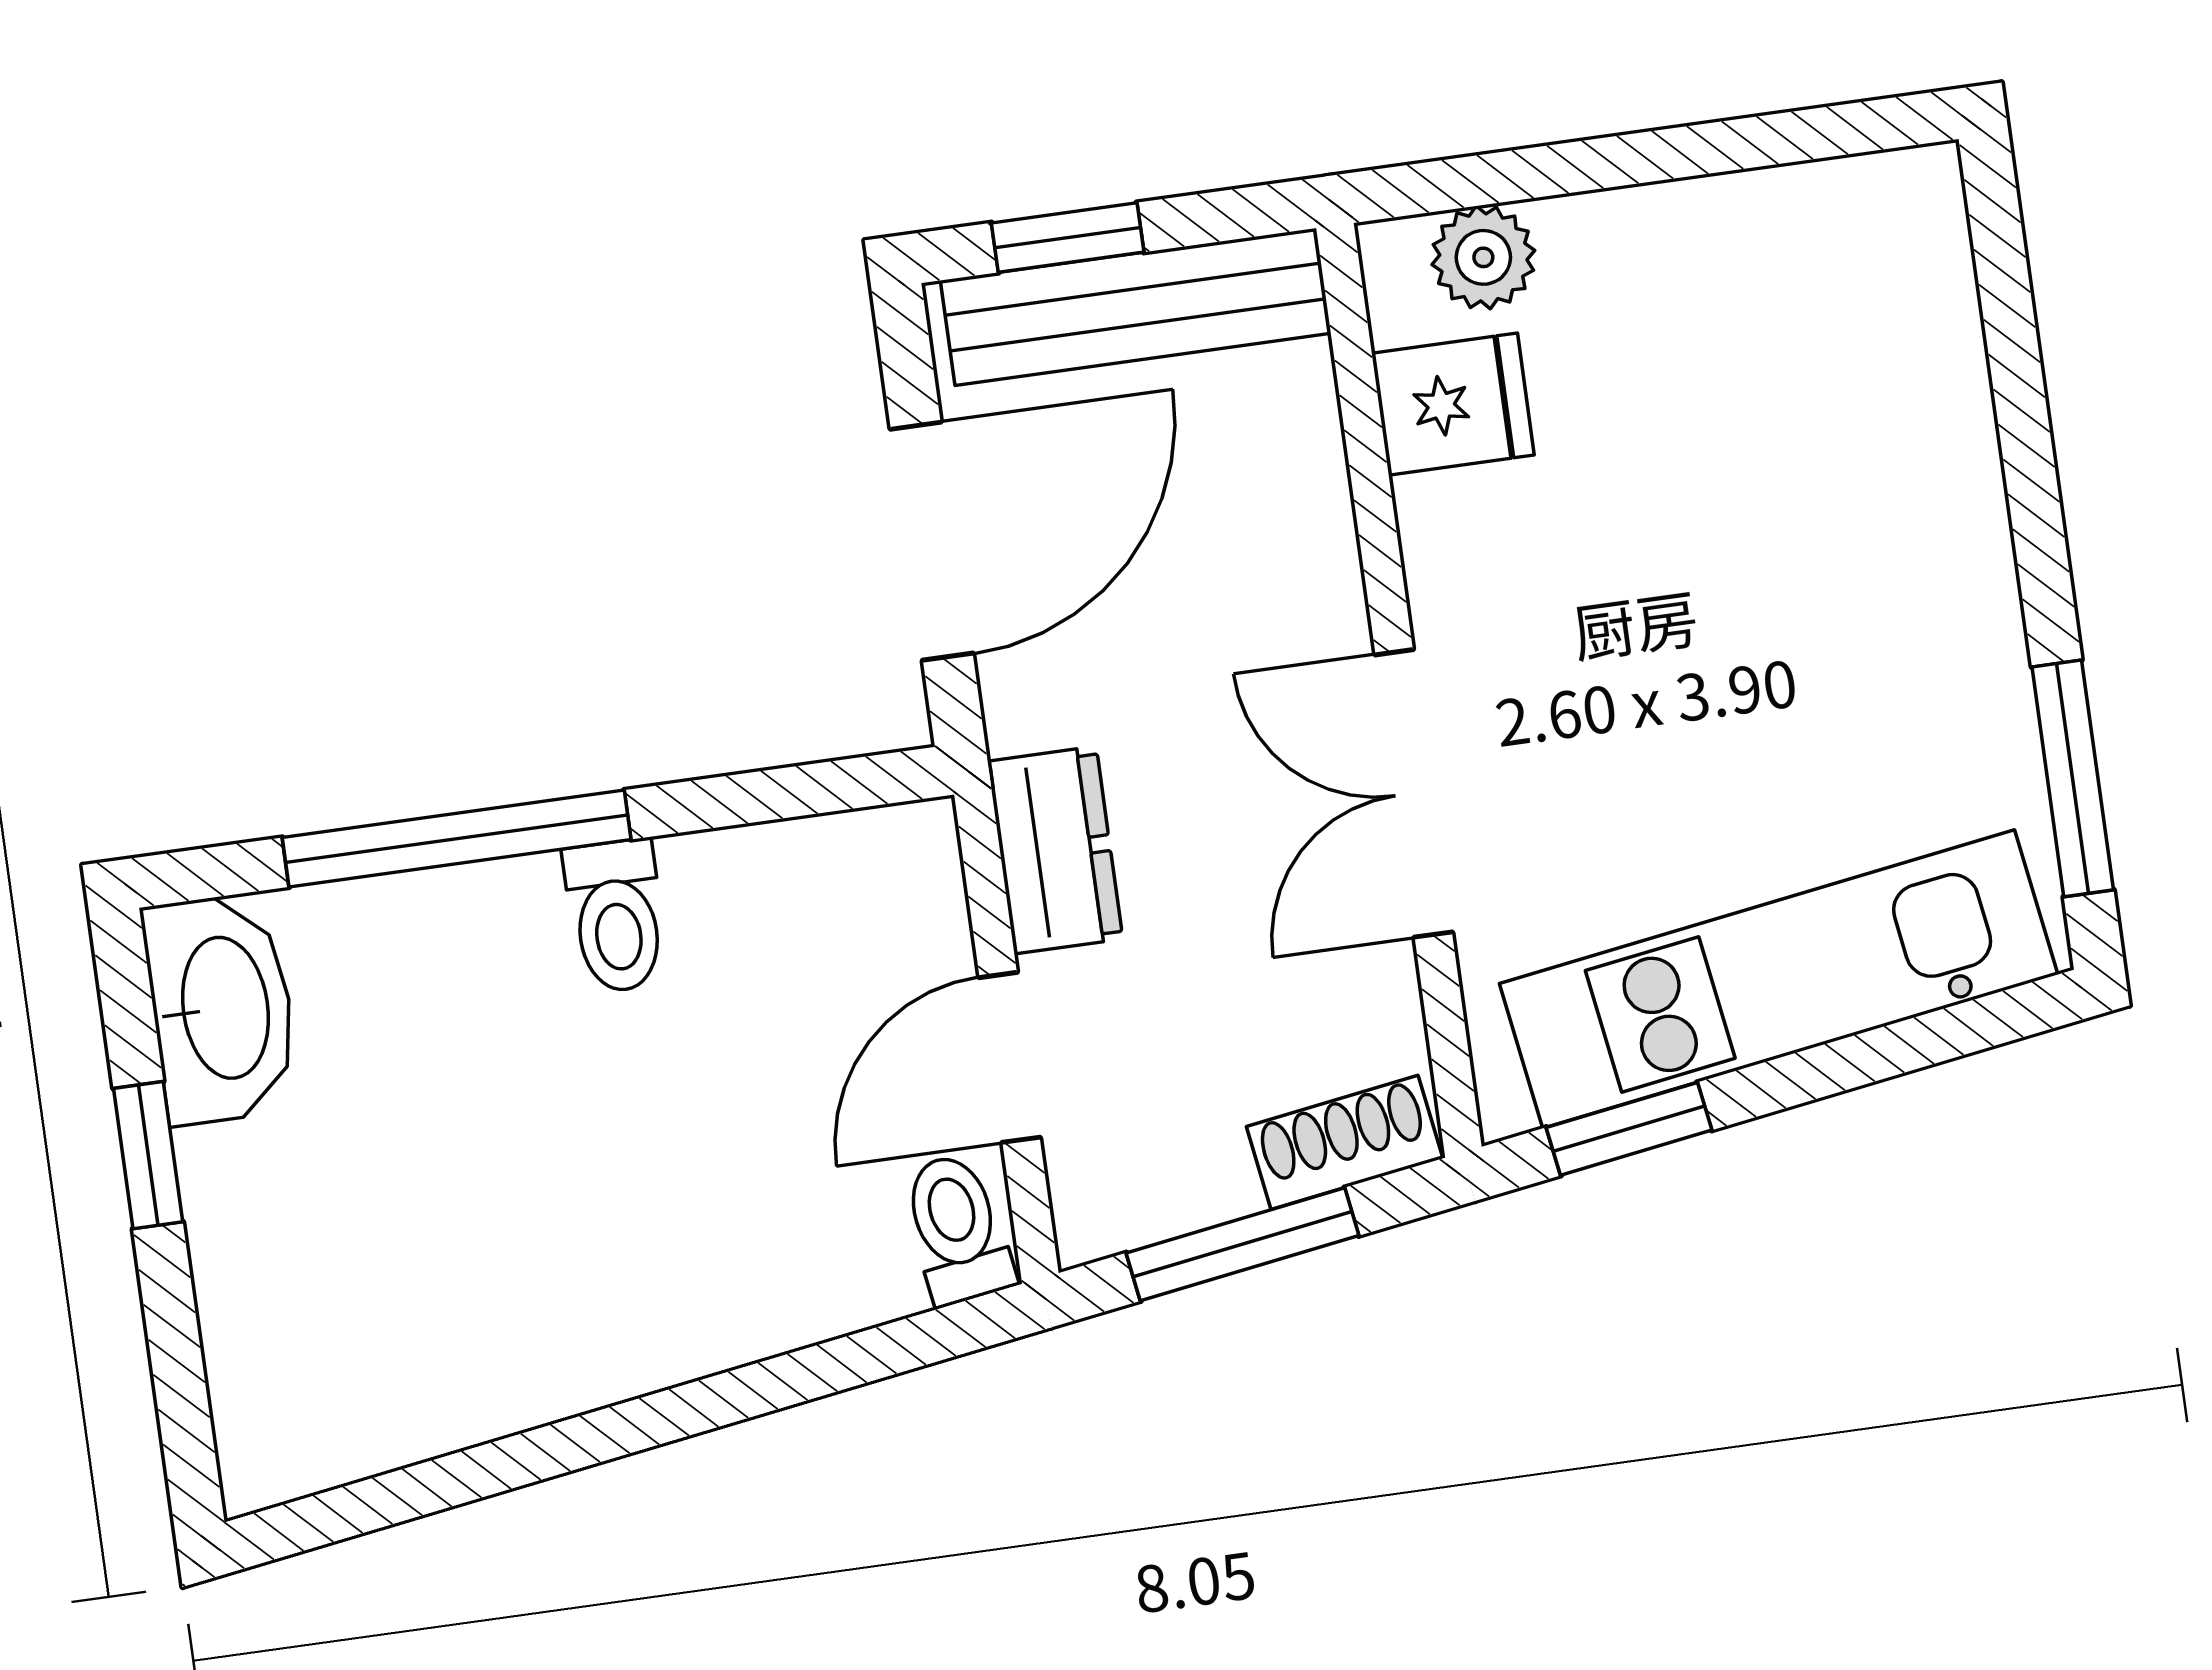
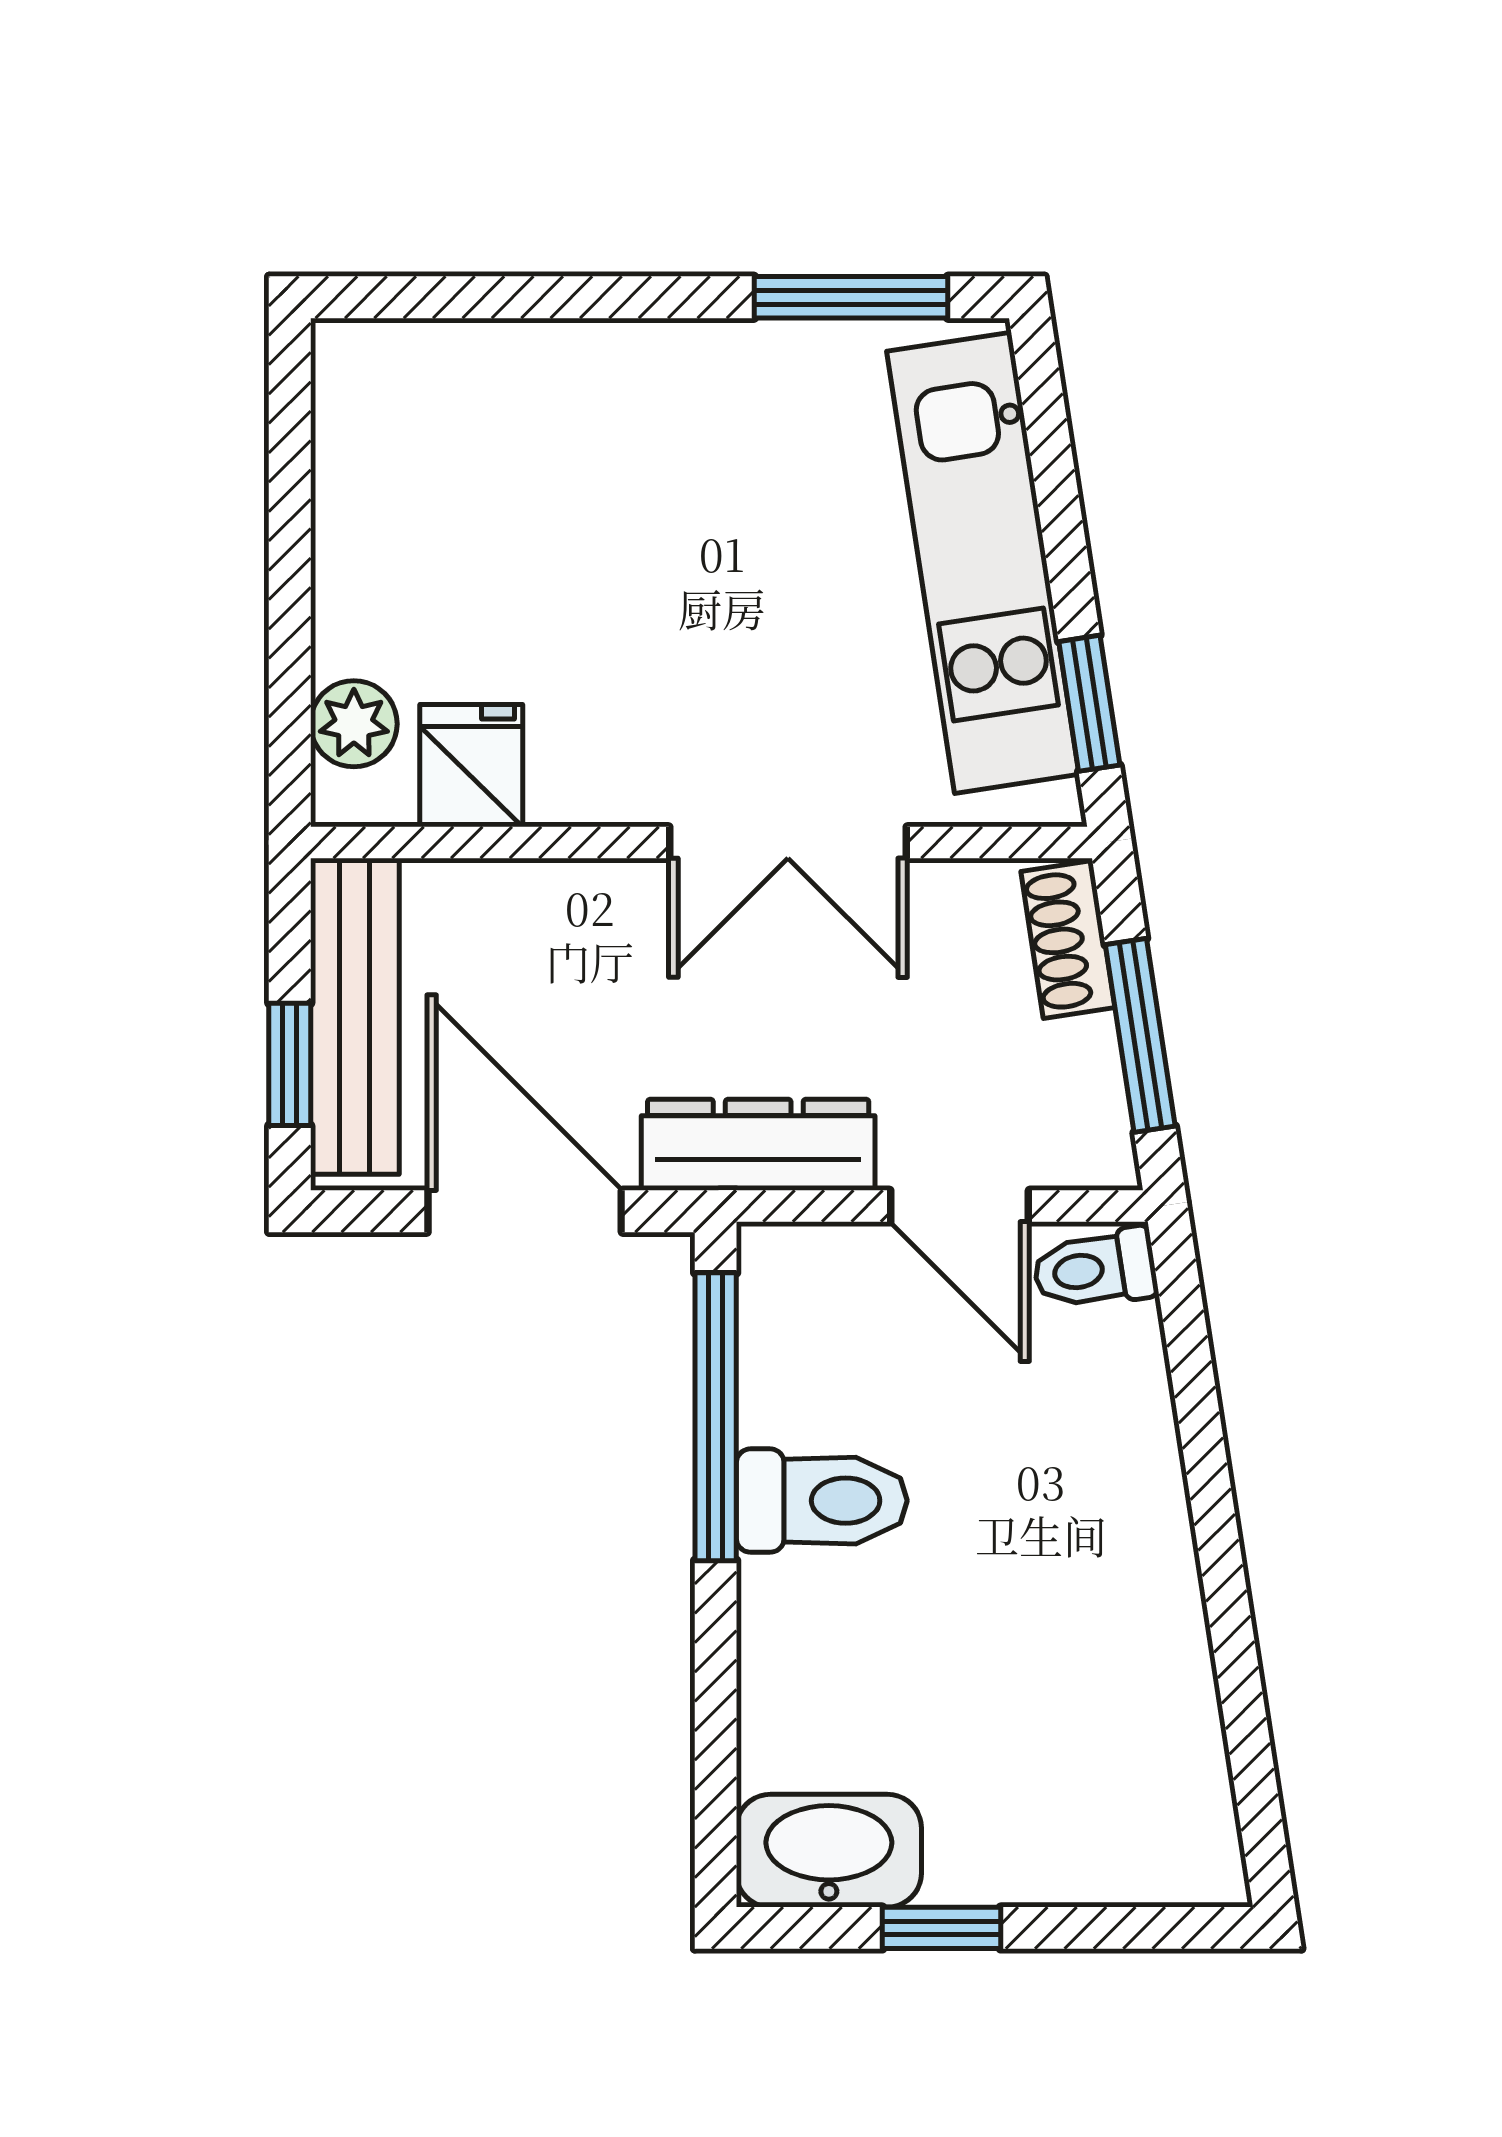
window: (457, 839) -> (716, 1417), moved
dresser: (1055, 850) -> (758, 1145), width x1.44
toilet: (616, 916) -> (822, 1501), width x1.37, depth x1.39

